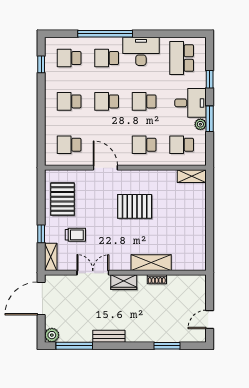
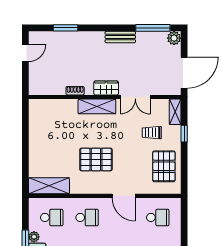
shelving: (192, 176) -> (49, 186), width x1.50, depth x1.33
shelving: (151, 263) -> (97, 106), moved

